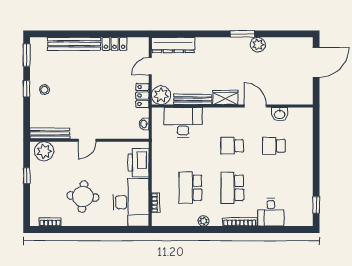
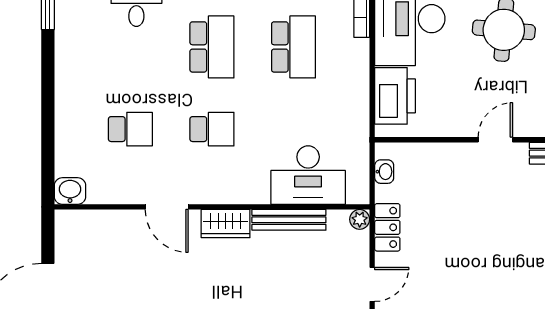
plant: (161, 95) -> (360, 219), width x0.53, depth x0.53
washbasin: (280, 114) -> (70, 191), moved

